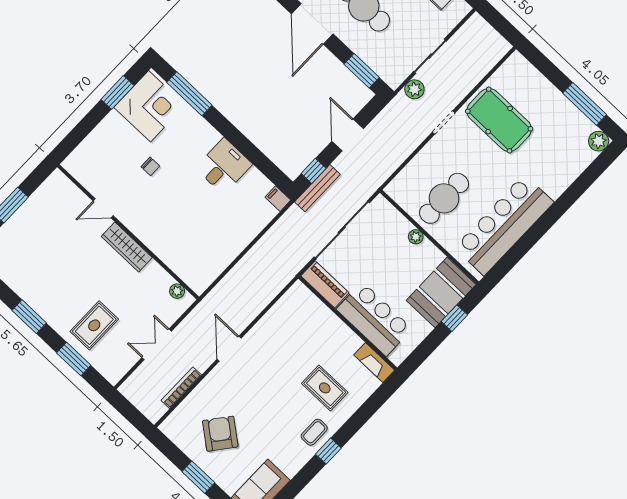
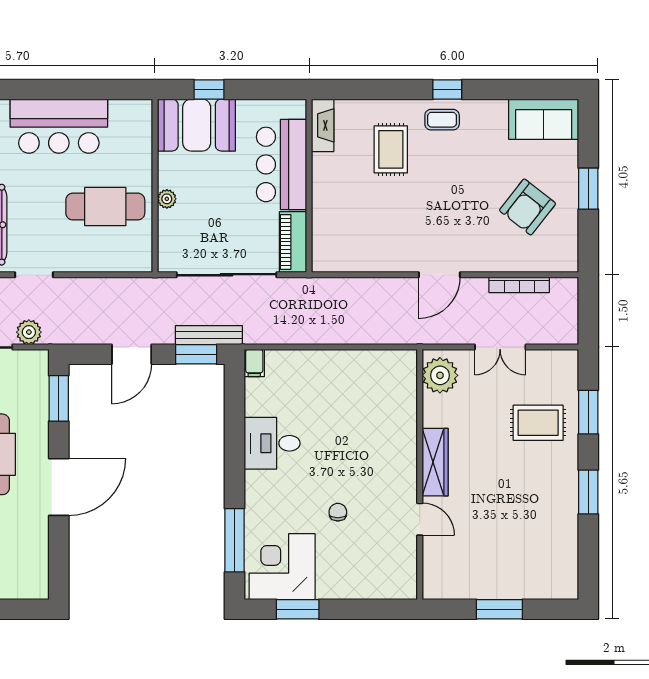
window: (314, 171) -> (196, 354), width x1.50
bar counter: (504, 225) -> (59, 126), width x0.73
plant: (177, 291) -> (440, 375), width x1.88, depth x1.88

